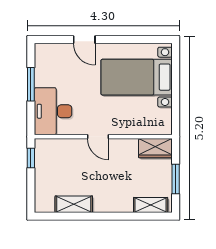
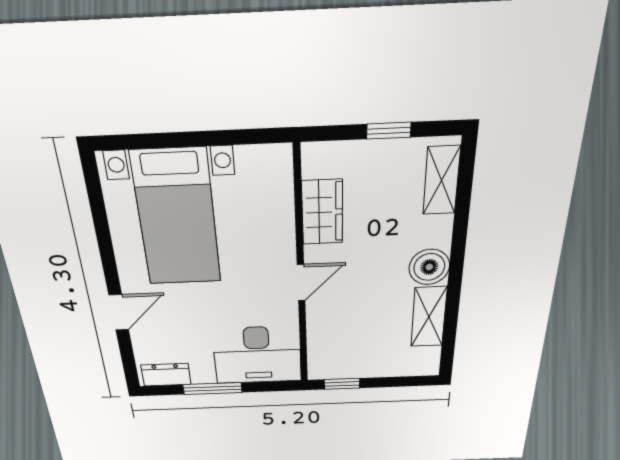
dresser: (42, 59) -> (166, 375), added
wardrobe: (155, 148) -> (322, 212), moved
window: (176, 179) -> (389, 131), width x0.67
boiler: (104, 202) -> (429, 267), added

